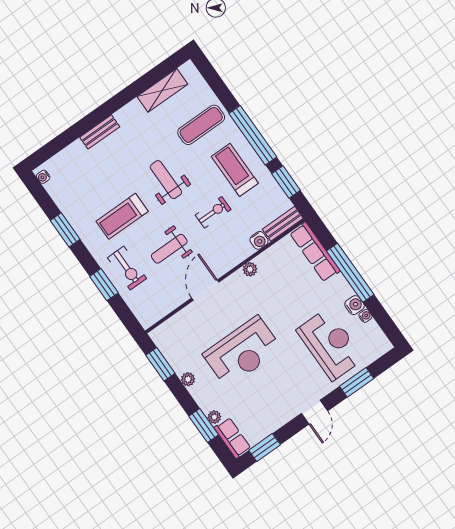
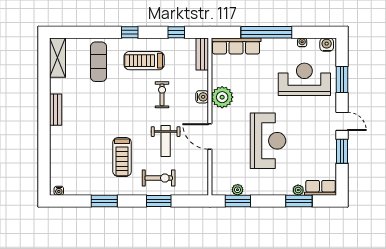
shelving: (162, 90) -> (58, 58), moved
bench: (100, 132) -> (56, 110), moved
window: (253, 135) -> (130, 32), width x0.32
weight bench: (166, 180) -> (118, 111), removed
window: (286, 182) -> (176, 32), width x0.67
water cooler: (259, 240) -> (202, 97), moved
plant: (250, 269) -> (222, 97), width x1.87, depth x1.87
water cooler: (355, 305) -> (327, 45), moved
plant: (188, 379) -> (238, 190), moved
window: (265, 448) -> (342, 151), moved

